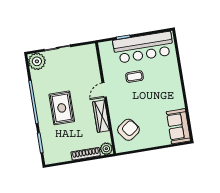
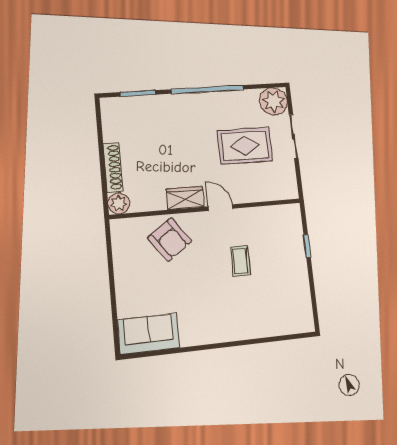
bar counter: (143, 47) -> (289, 279), removed
rug: (62, 108) -> (245, 146), moved
wardrobe: (101, 116) -> (185, 198), width x0.67
armchair: (128, 130) -> (170, 240), moved

